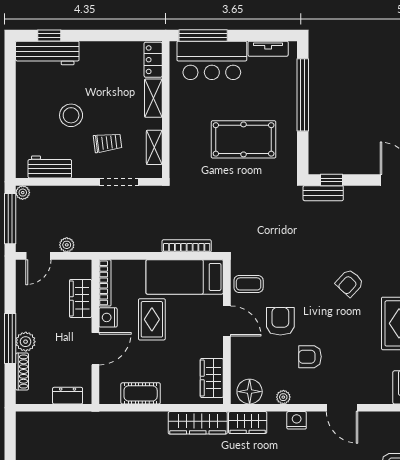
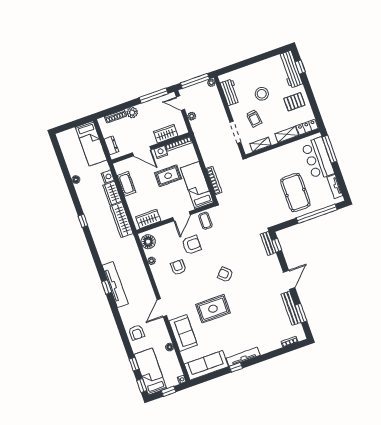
pallet: (104, 66) -> (294, 102), added
pool table: (244, 139) -> (295, 192), moved
window: (10, 338) -> (154, 96), moved
door: (342, 408) -> (162, 308), moved
nightstand: (297, 420) -> (108, 177), moved
wardrobe: (248, 423) -> (112, 193), moved
bed: (53, 428) -> (91, 143), added

